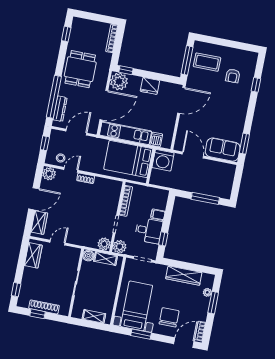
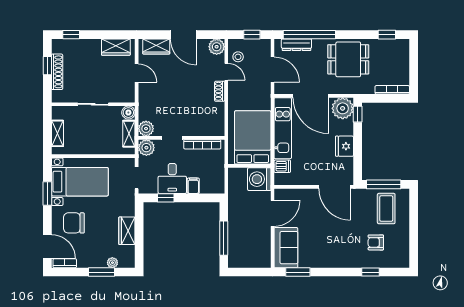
wardrobe: (184, 276) -> (127, 231), width x0.67
chair: (169, 317) -> (74, 223), turned 180

